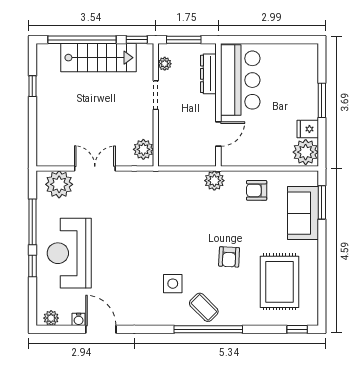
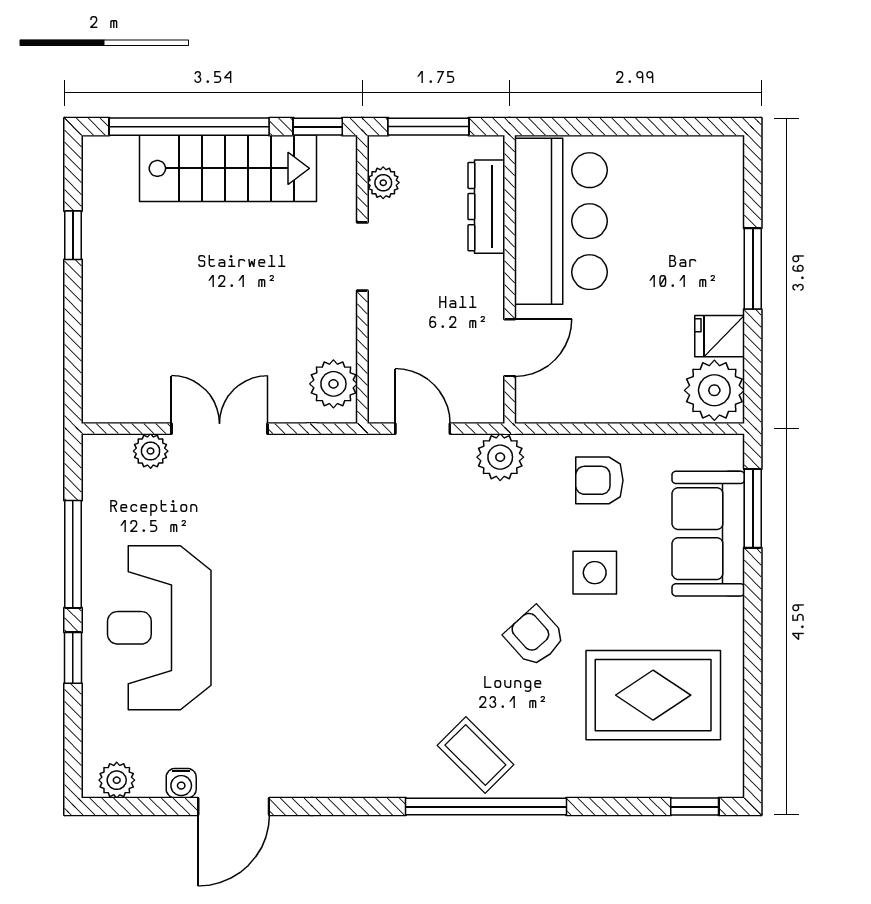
door: (181, 168) -> (423, 429), added
plant: (59, 184) -> (151, 451), width x0.53, depth x0.53
armchair: (229, 257) -> (535, 637), turned 135
rug: (279, 282) -> (653, 695), turned 90
side table: (173, 284) -> (595, 573), moved
door: (101, 329) -> (234, 807), swing flipped

